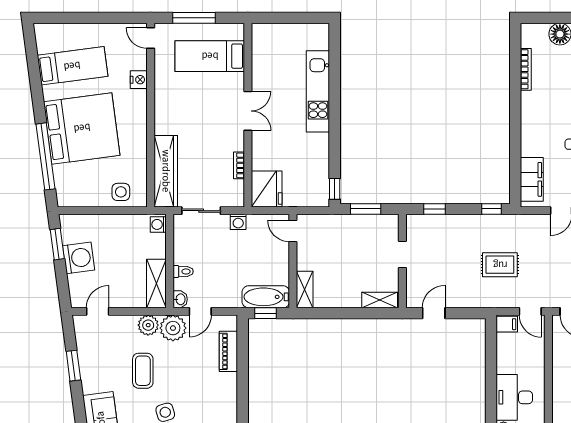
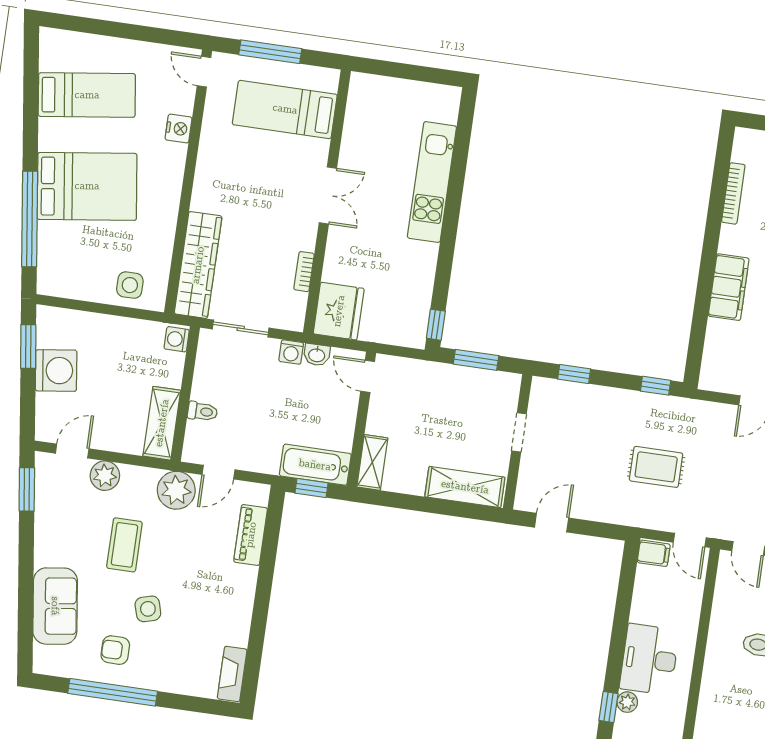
bed: (82, 128) -> (87, 186), width x0.73
filing cabinet: (532, 179) -> (729, 287), moved
washbasin: (180, 299) -> (317, 355), moved, turned 90
shelving: (380, 300) -> (465, 487), width x1.50, depth x1.33
plant: (148, 325) -> (105, 476), moved
window: (73, 366) -> (27, 489), moved

